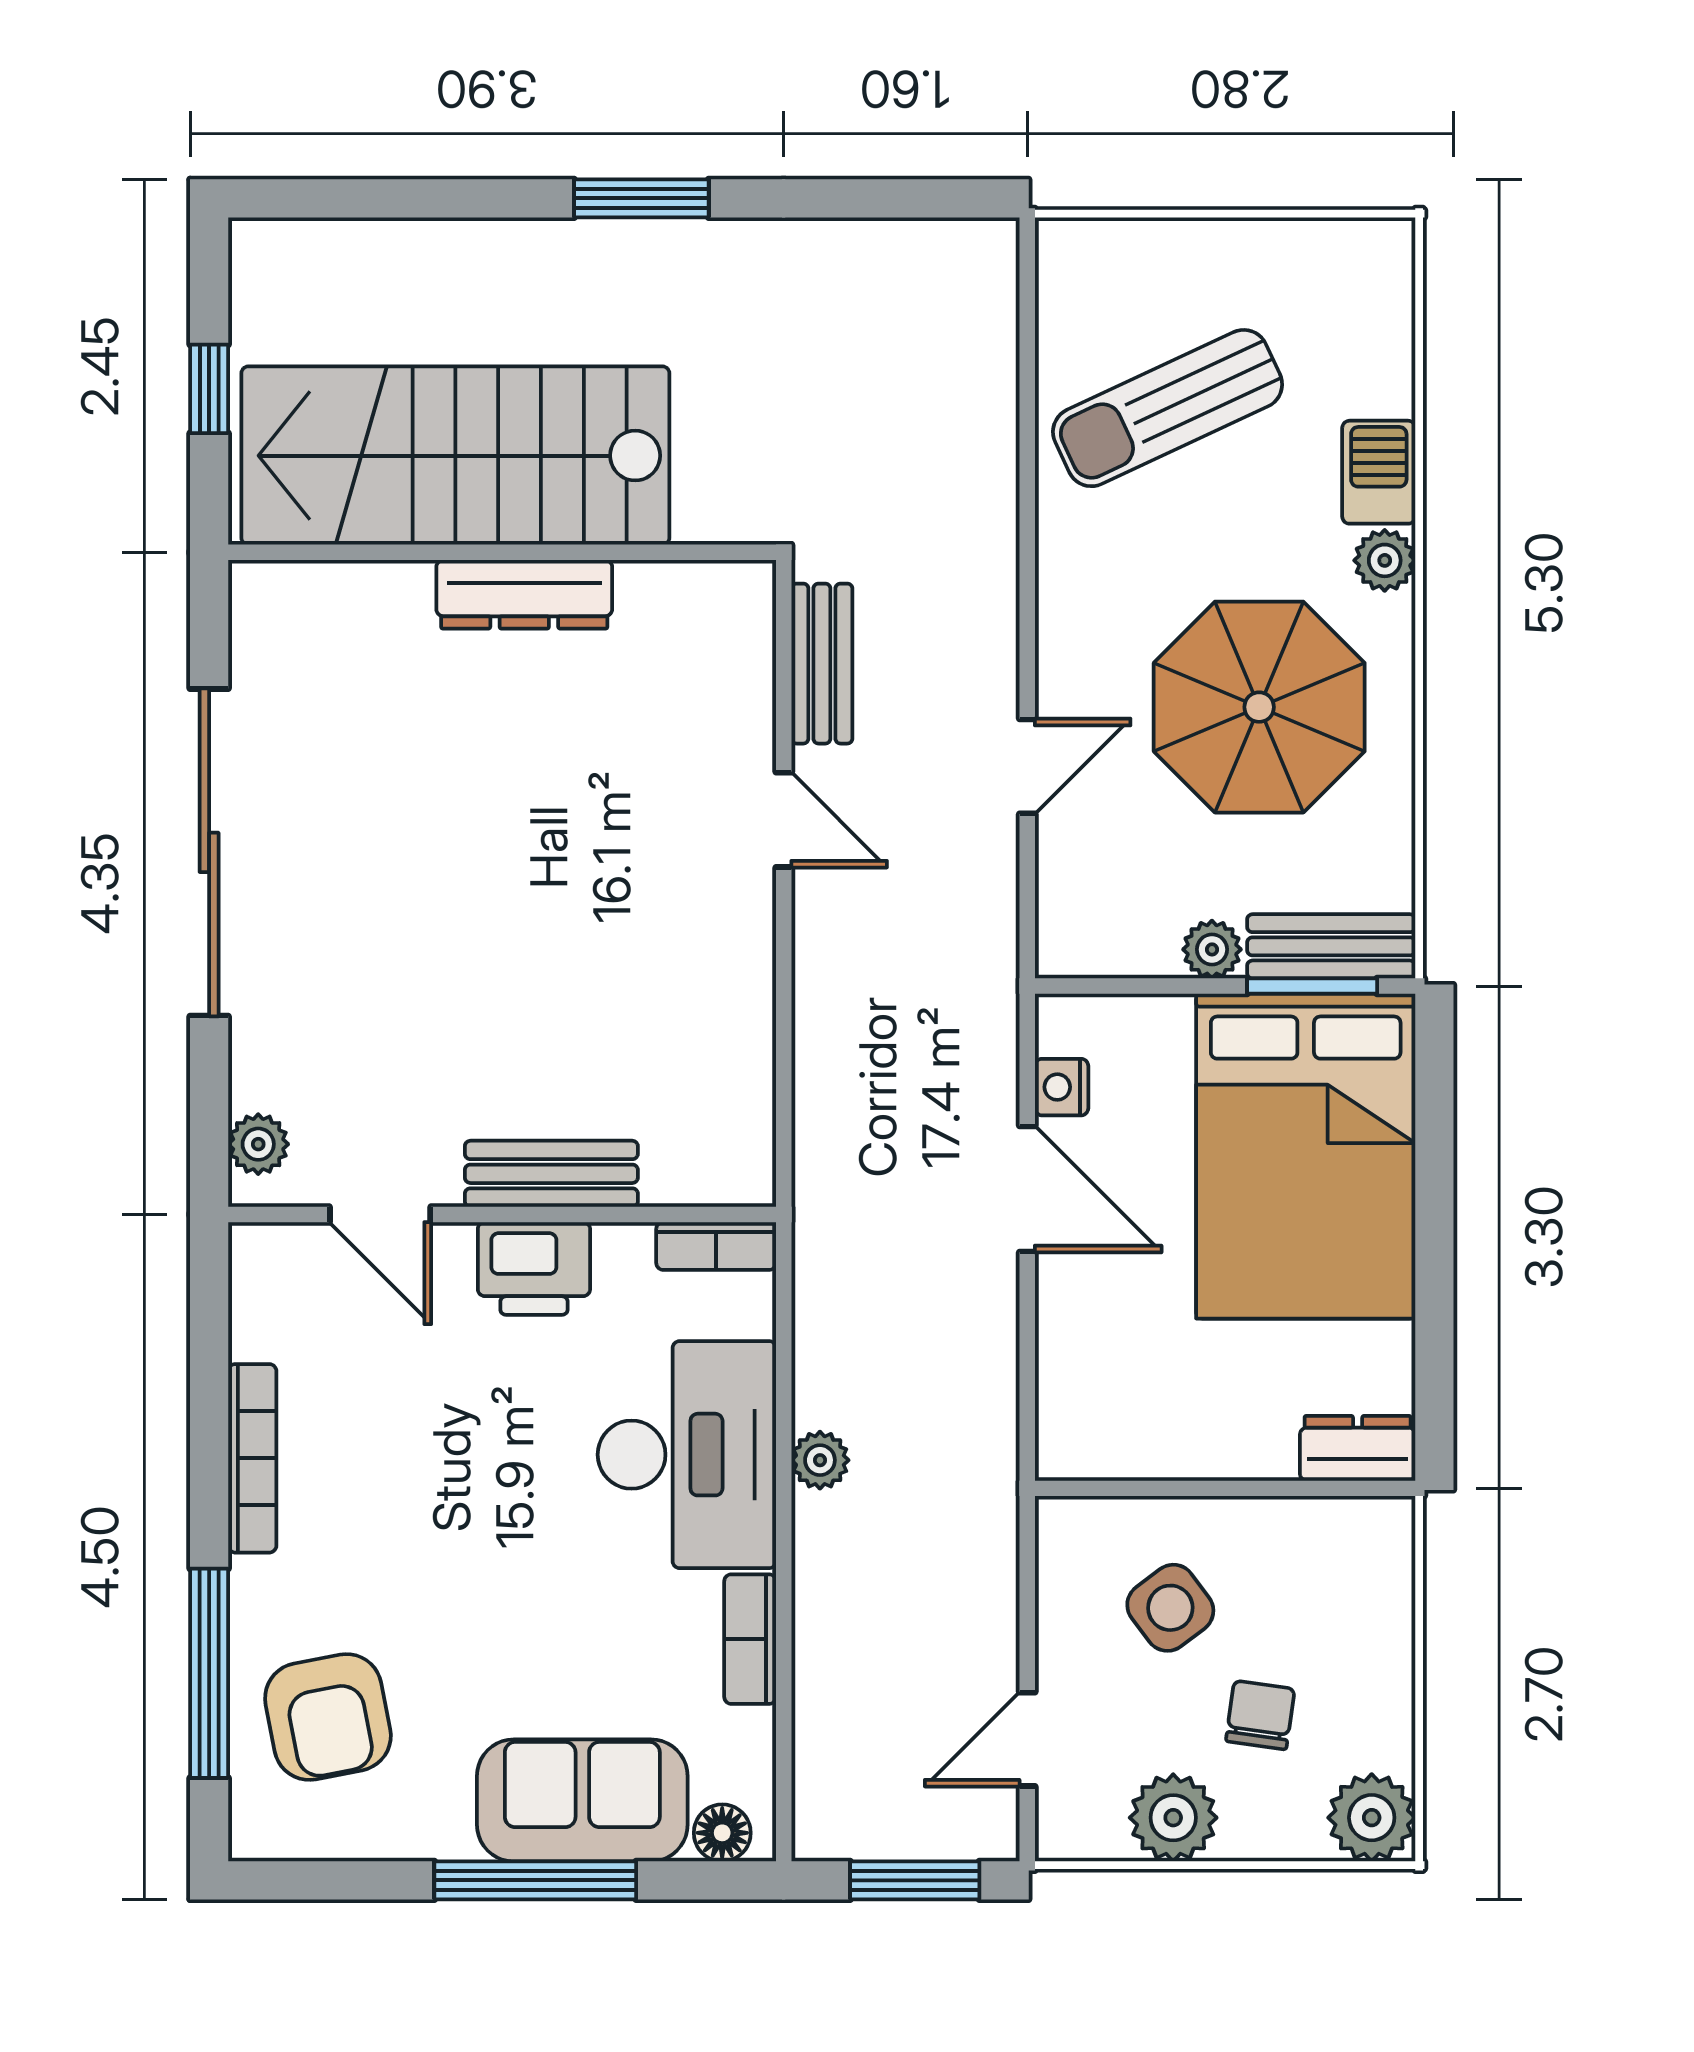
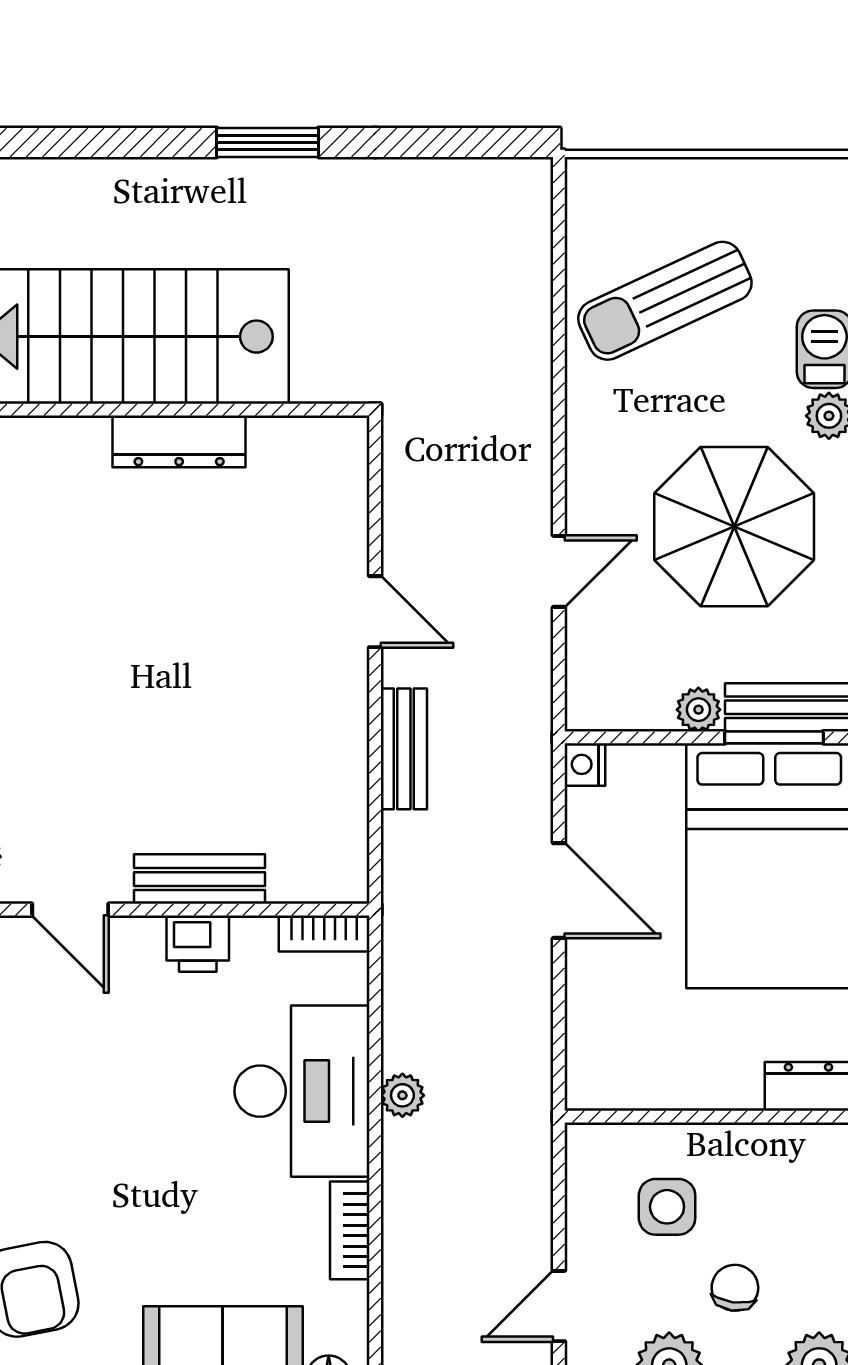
bench: (822, 664) -> (404, 749), moved
nightstand: (1062, 1087) -> (585, 764), moved
printer: (534, 1268) -> (198, 944), width x0.73, depth x0.81
side table: (1170, 1608) -> (667, 1207), turned 37

